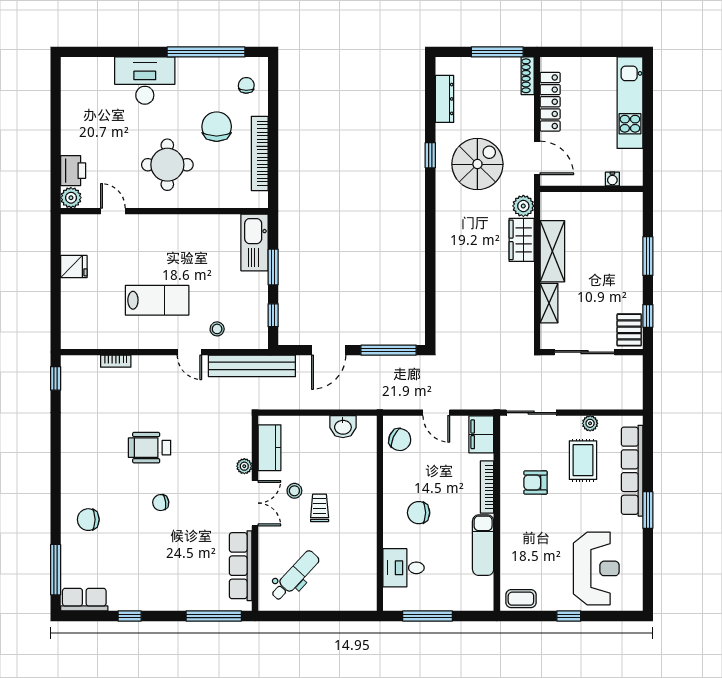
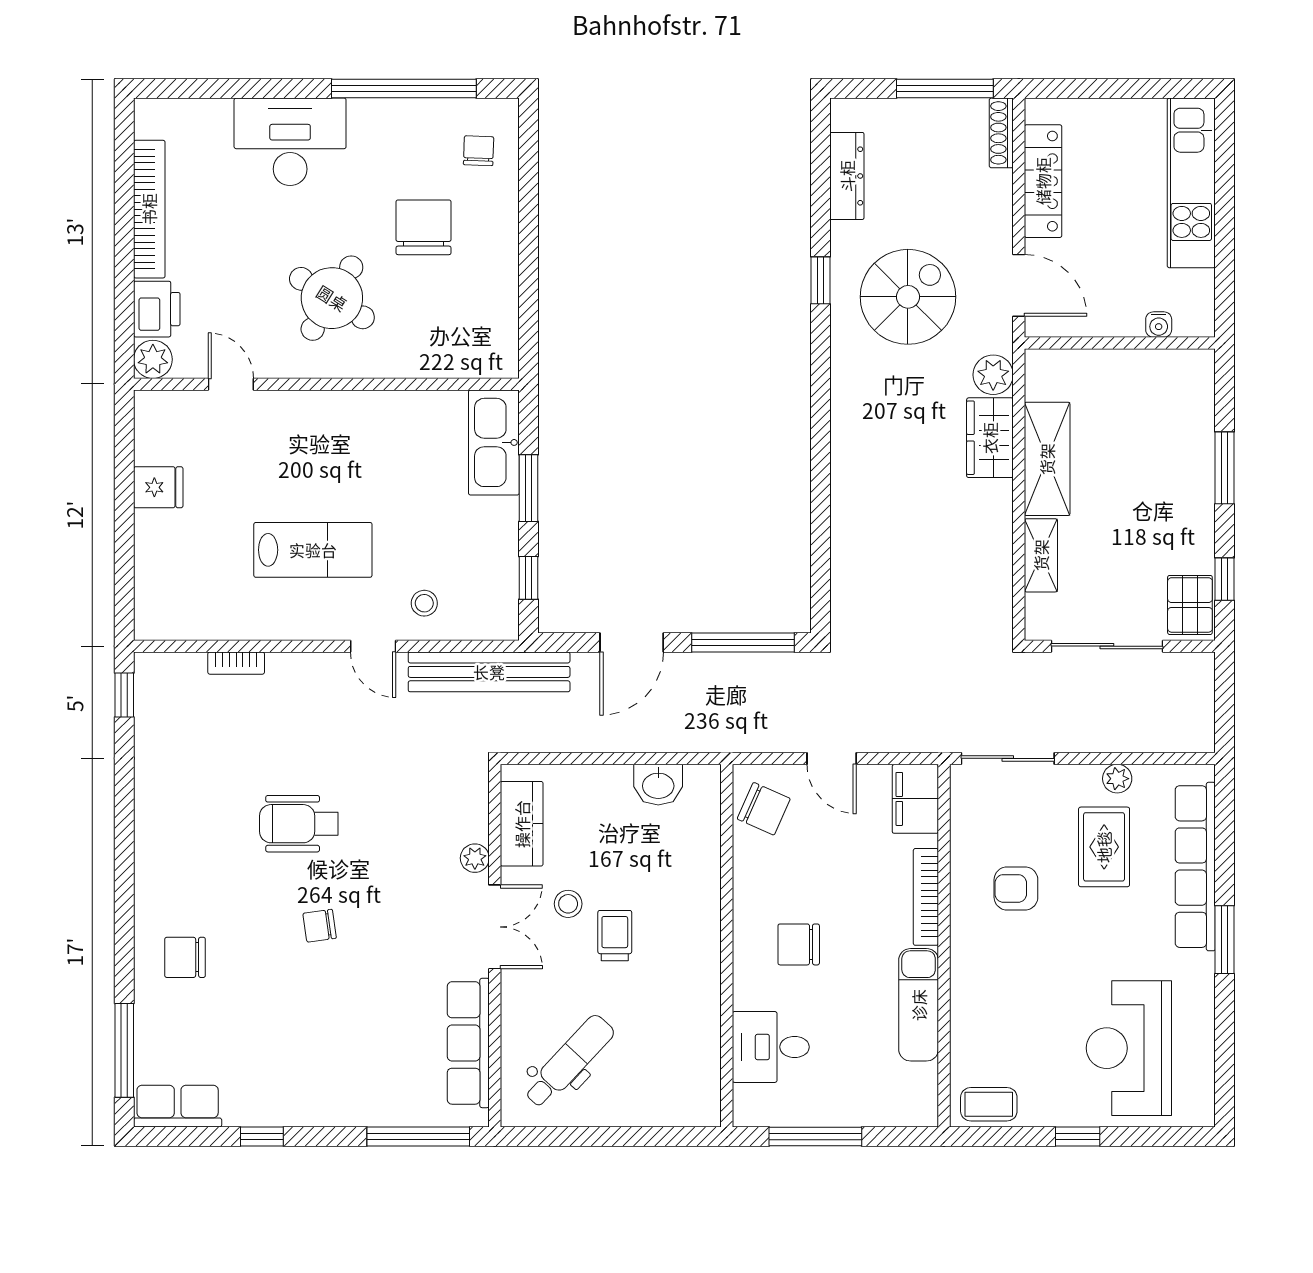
bookcase: (260, 153) -> (149, 209), moved, turned 180
round table: (167, 165) -> (332, 298), turned 32
reception desk: (596, 568) -> (1129, 1048), turned 180

